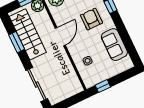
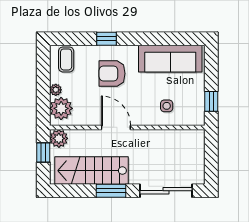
window: (17, 42) -> (111, 191), moved
sofa: (114, 45) -> (170, 59), width x1.36

